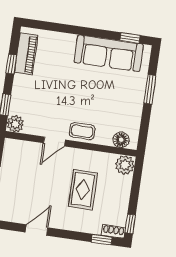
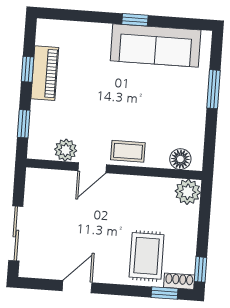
window: (130, 38) -> (135, 20), moved
piano: (26, 54) -> (45, 73), moved
plant: (15, 124) -> (66, 150), moved
rug: (83, 190) -> (147, 256), moved

